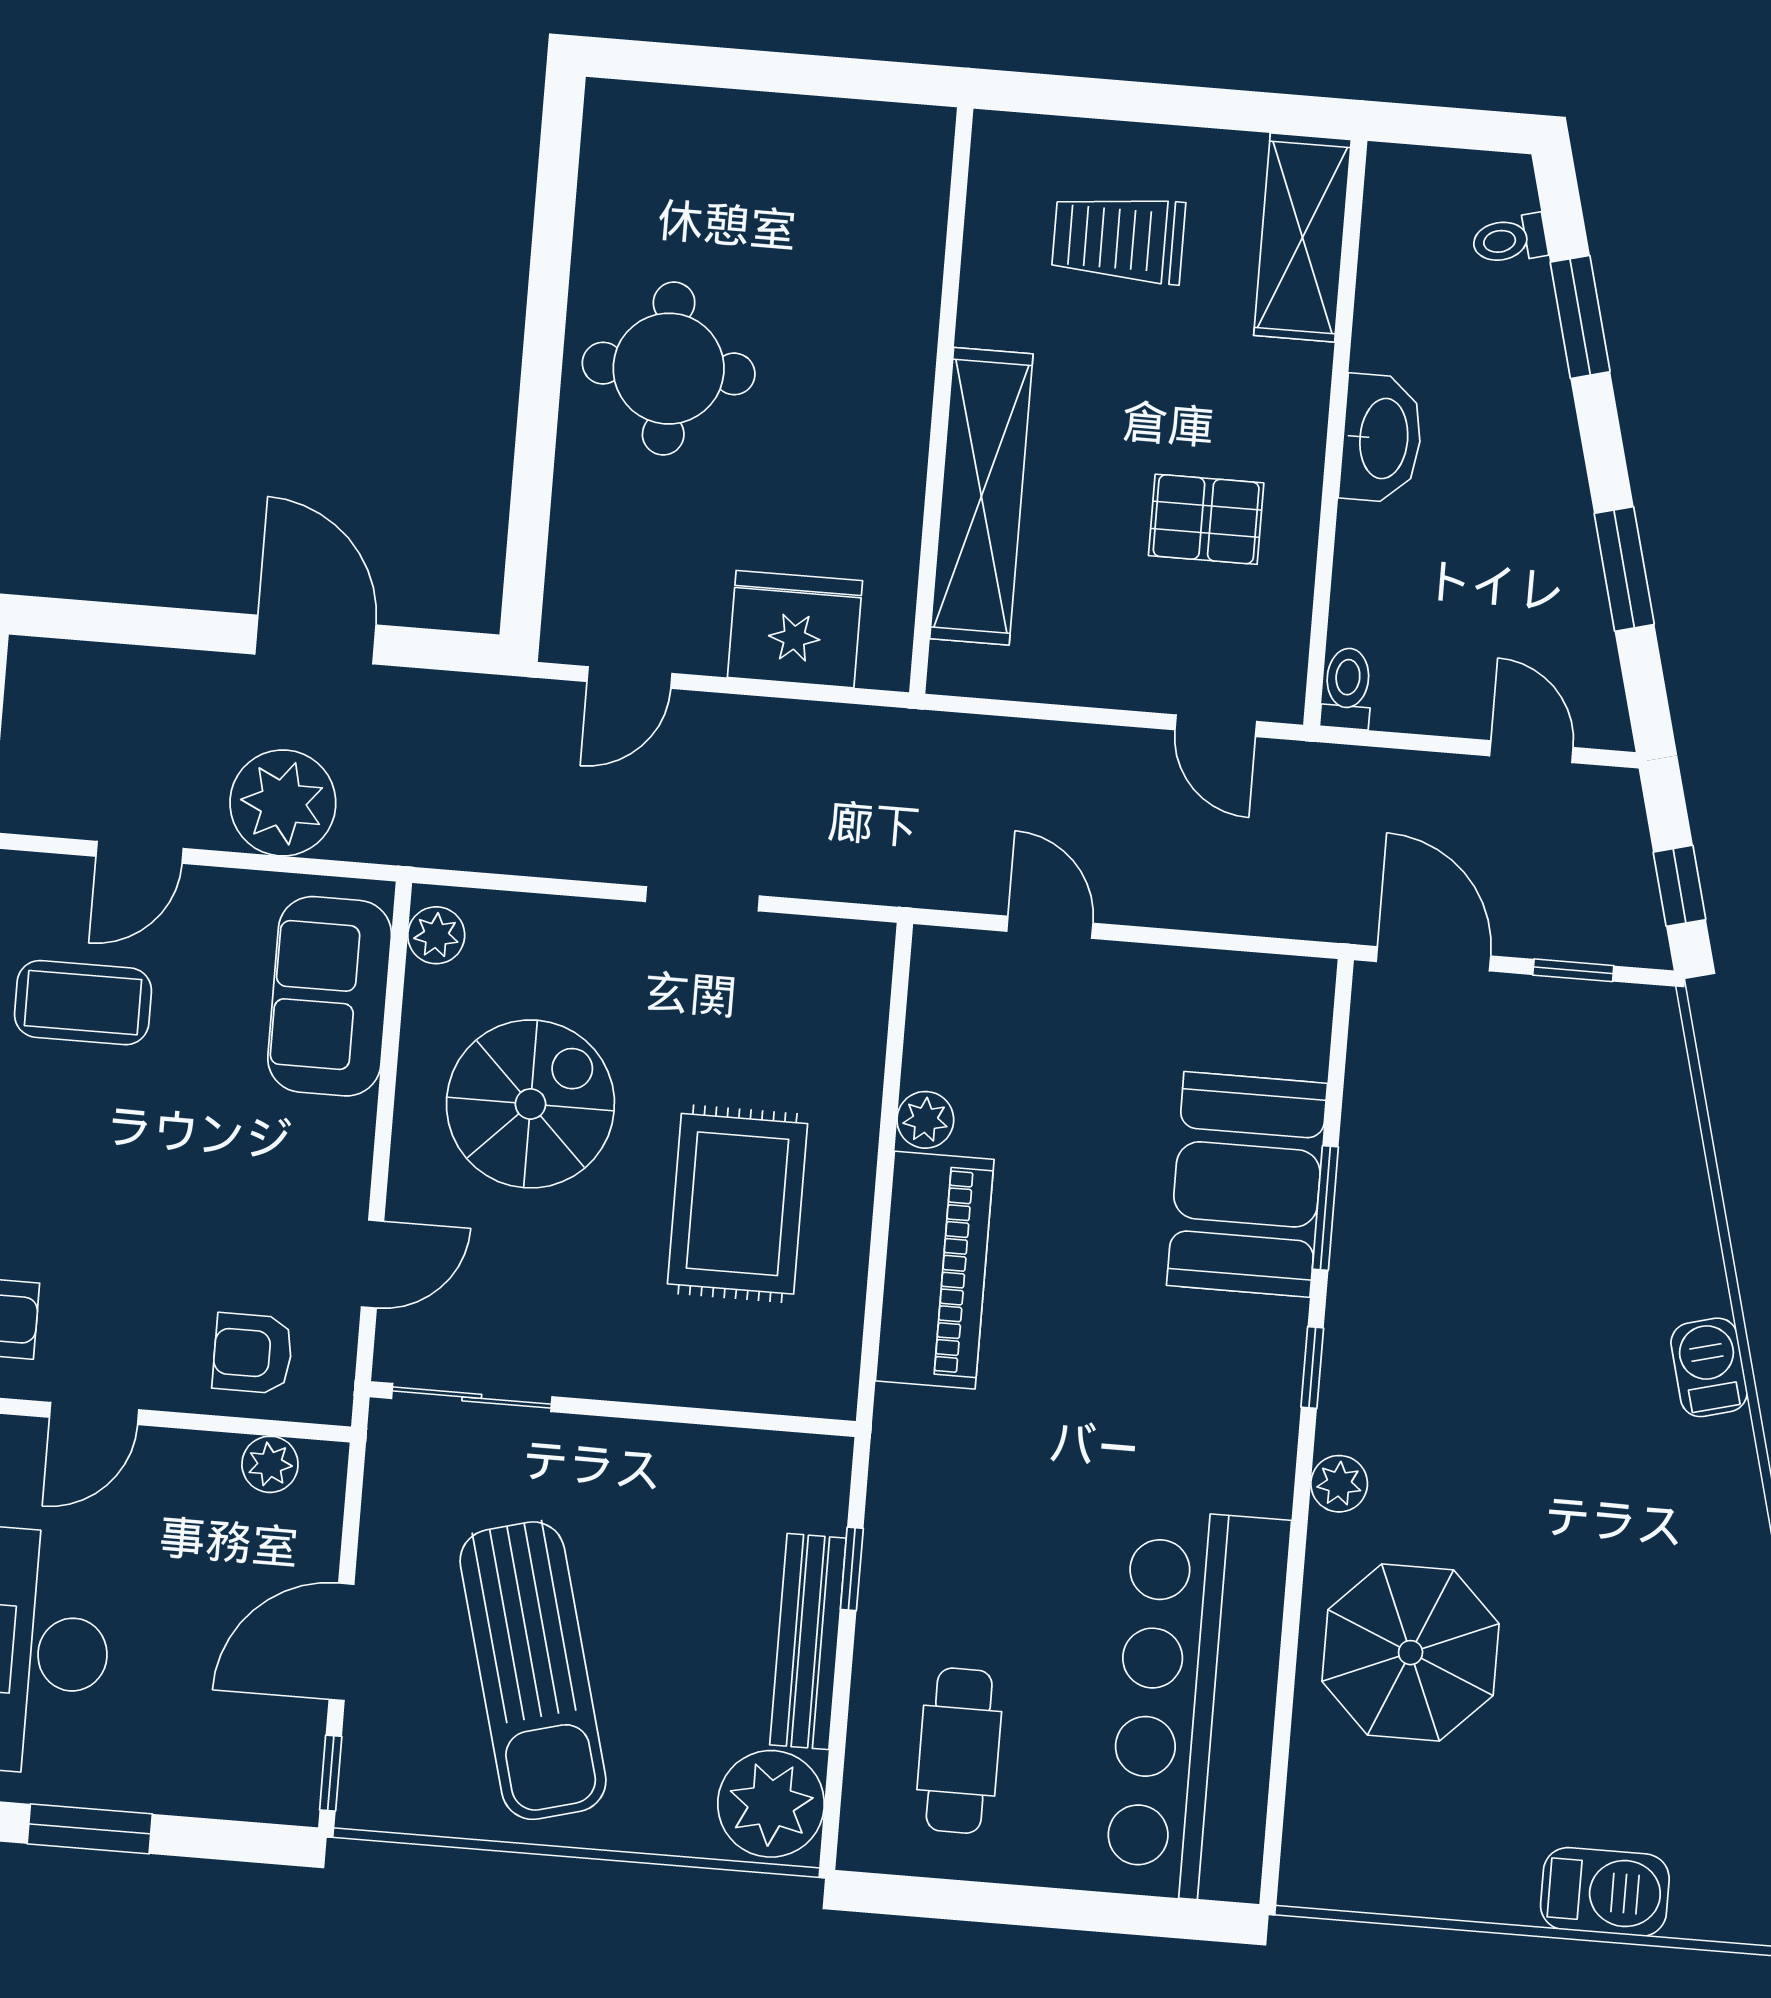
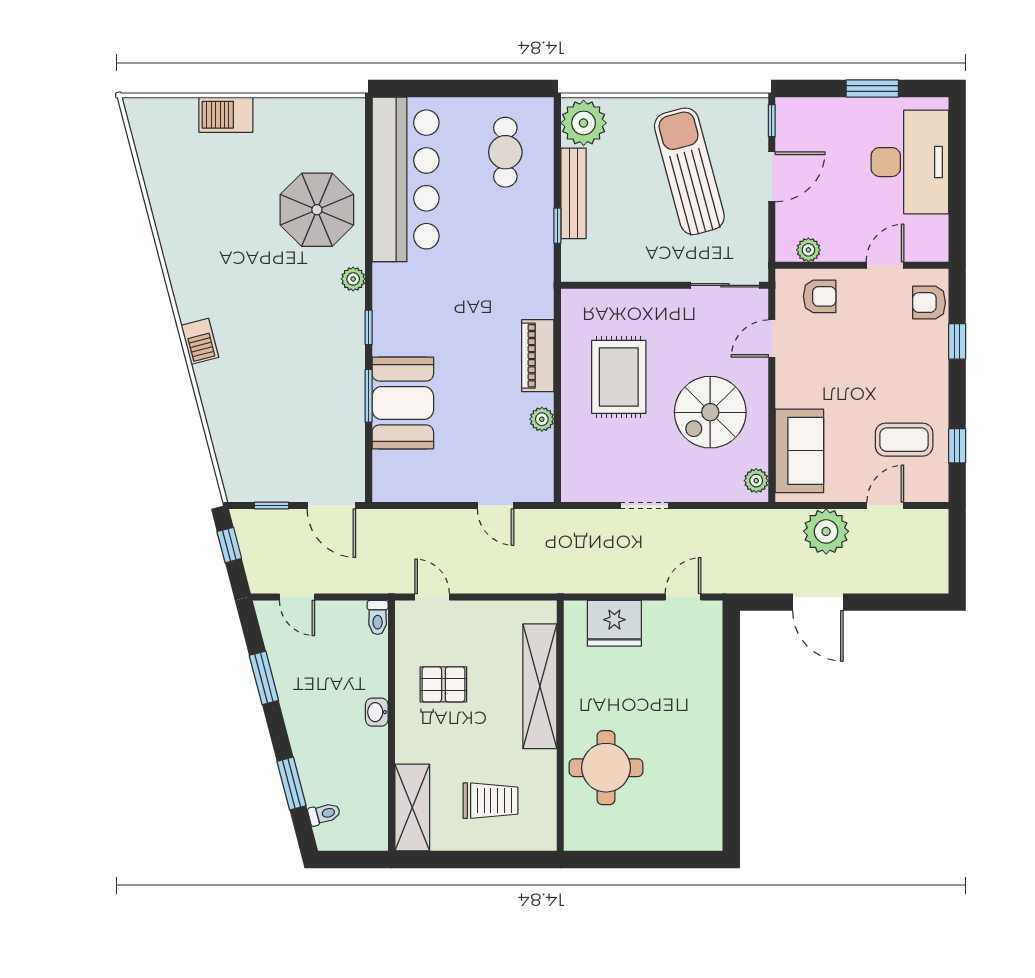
round table: (669, 369) -> (606, 768), moved
washbasin: (1381, 438) -> (377, 712), width x0.52, depth x0.69
piano: (935, 1270) -> (538, 356), width x0.73, depth x0.75

